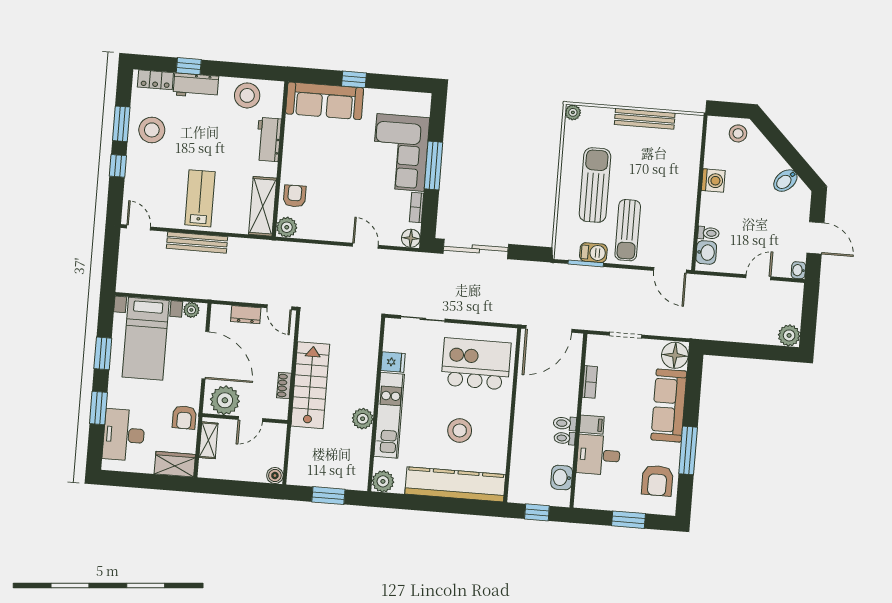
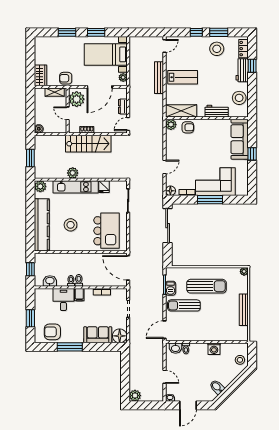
sofa: (669, 405) -> (98, 335), width x0.73
desk: (124, 435) -> (54, 47), removed

